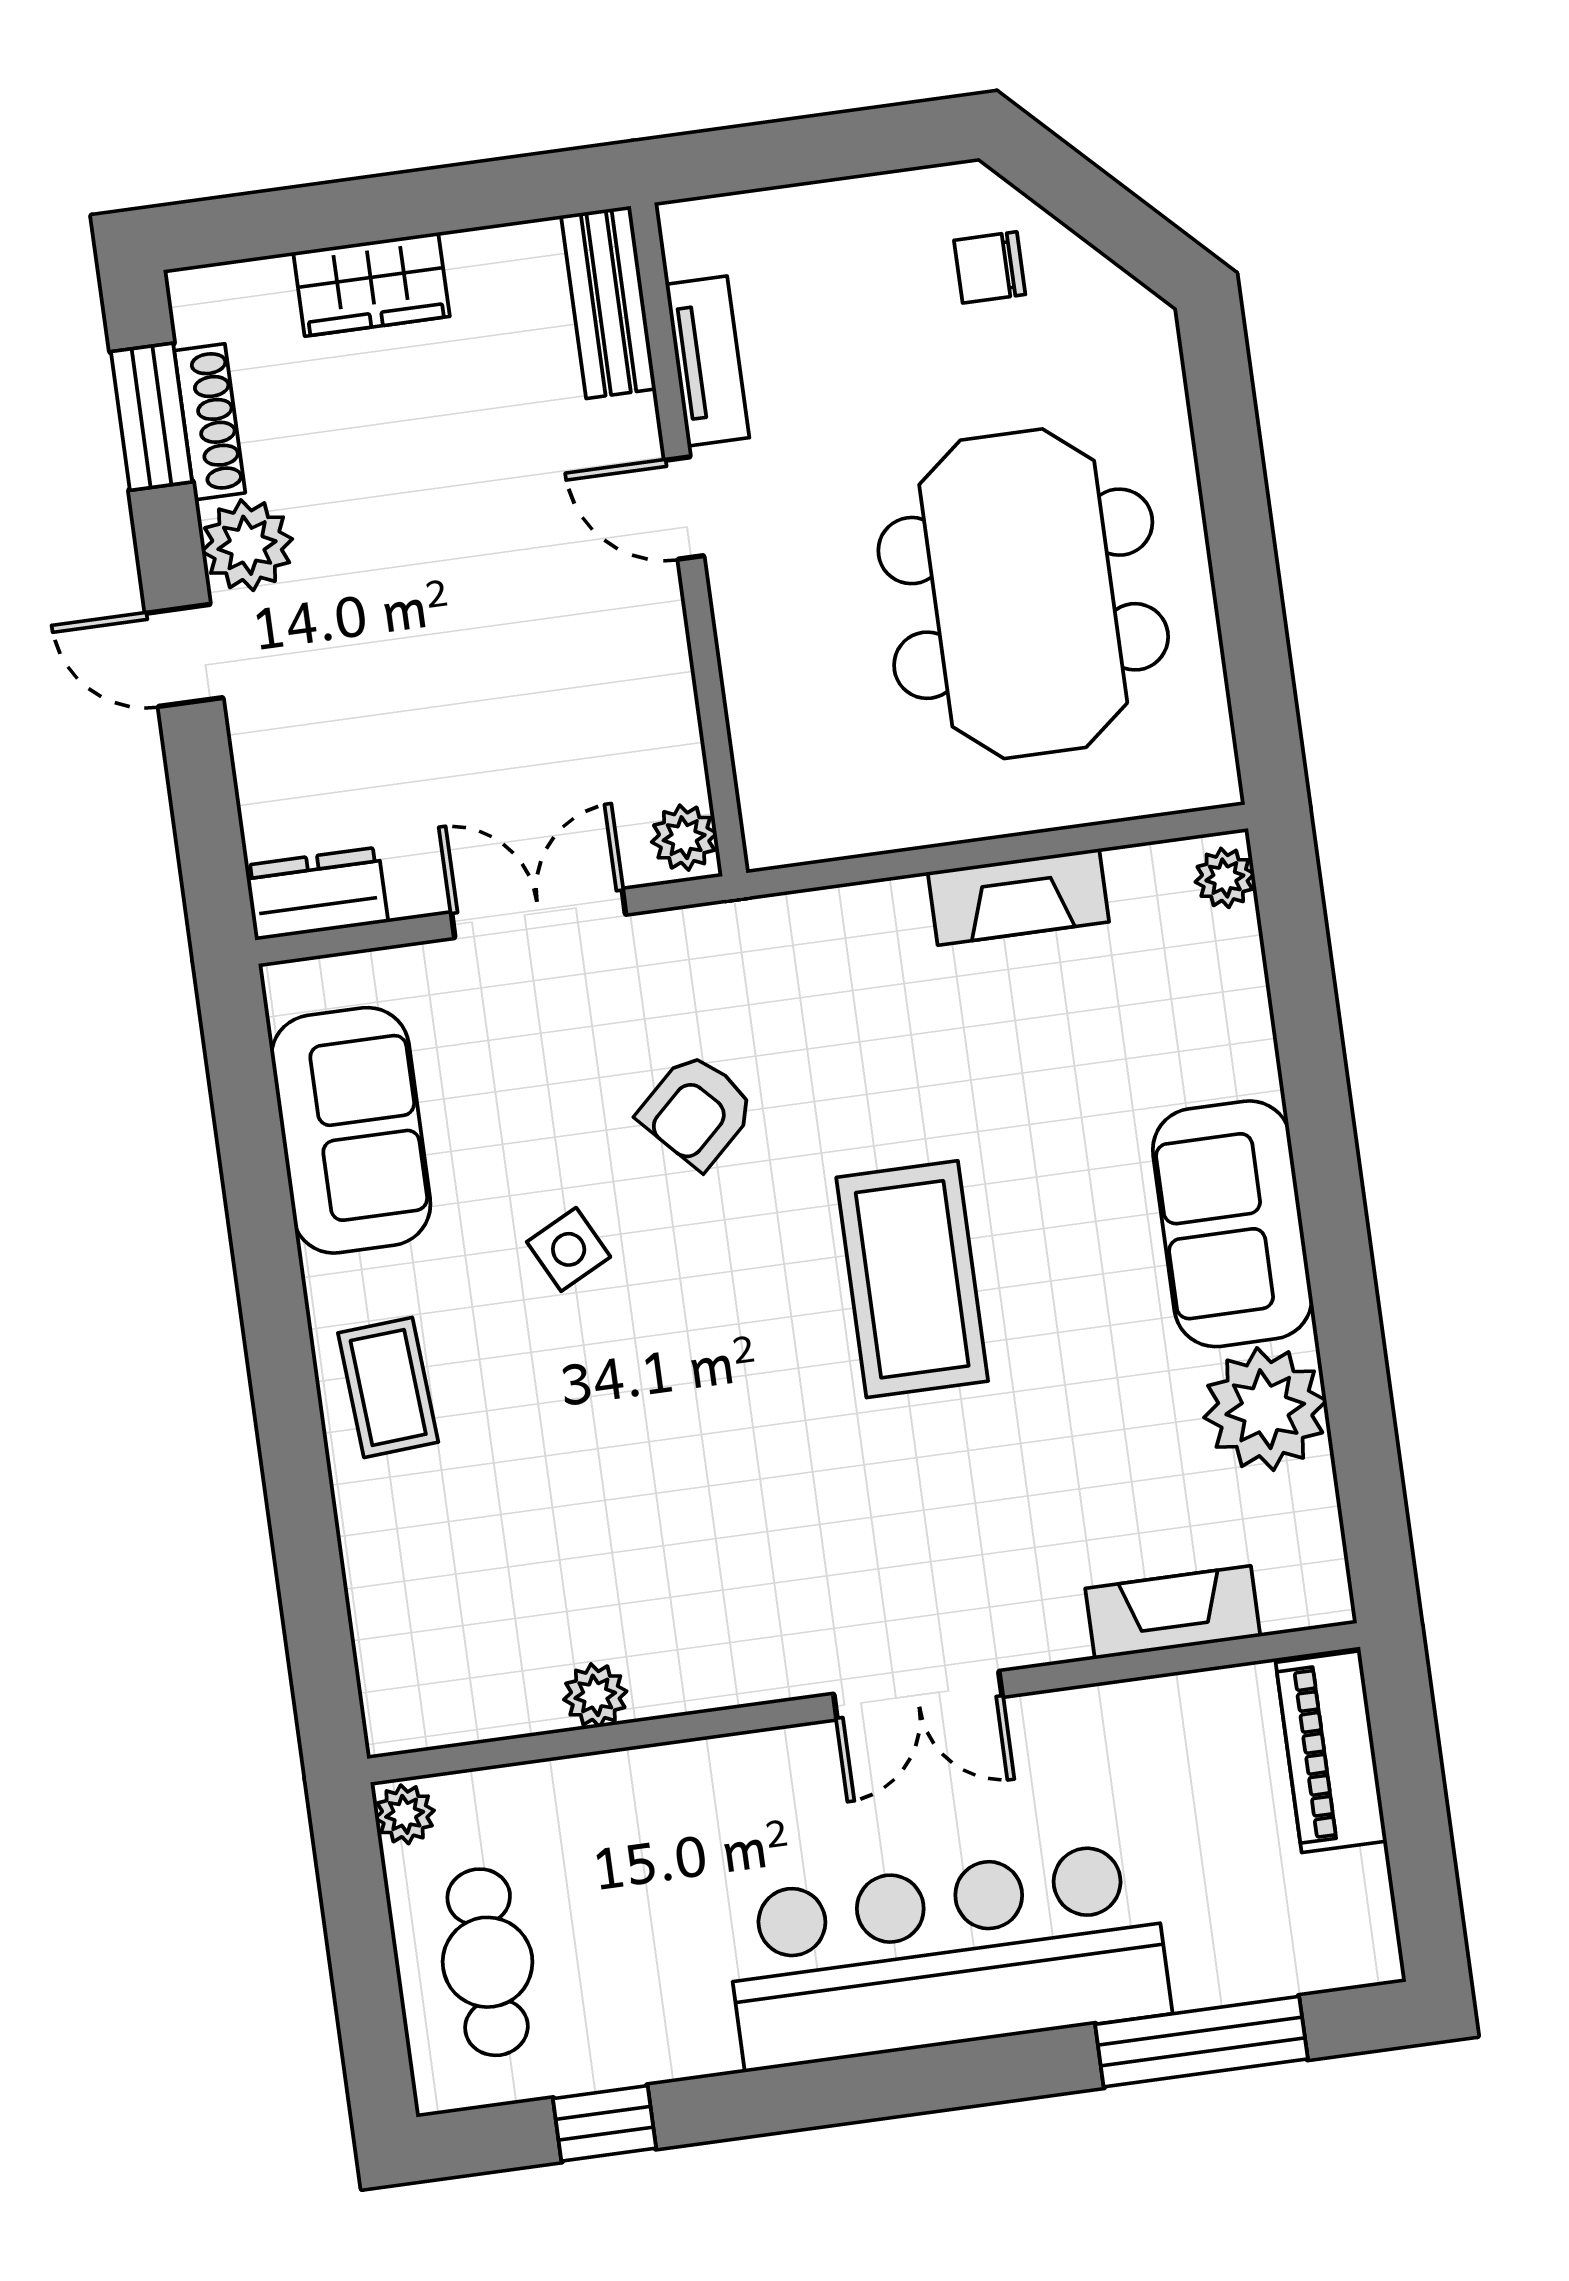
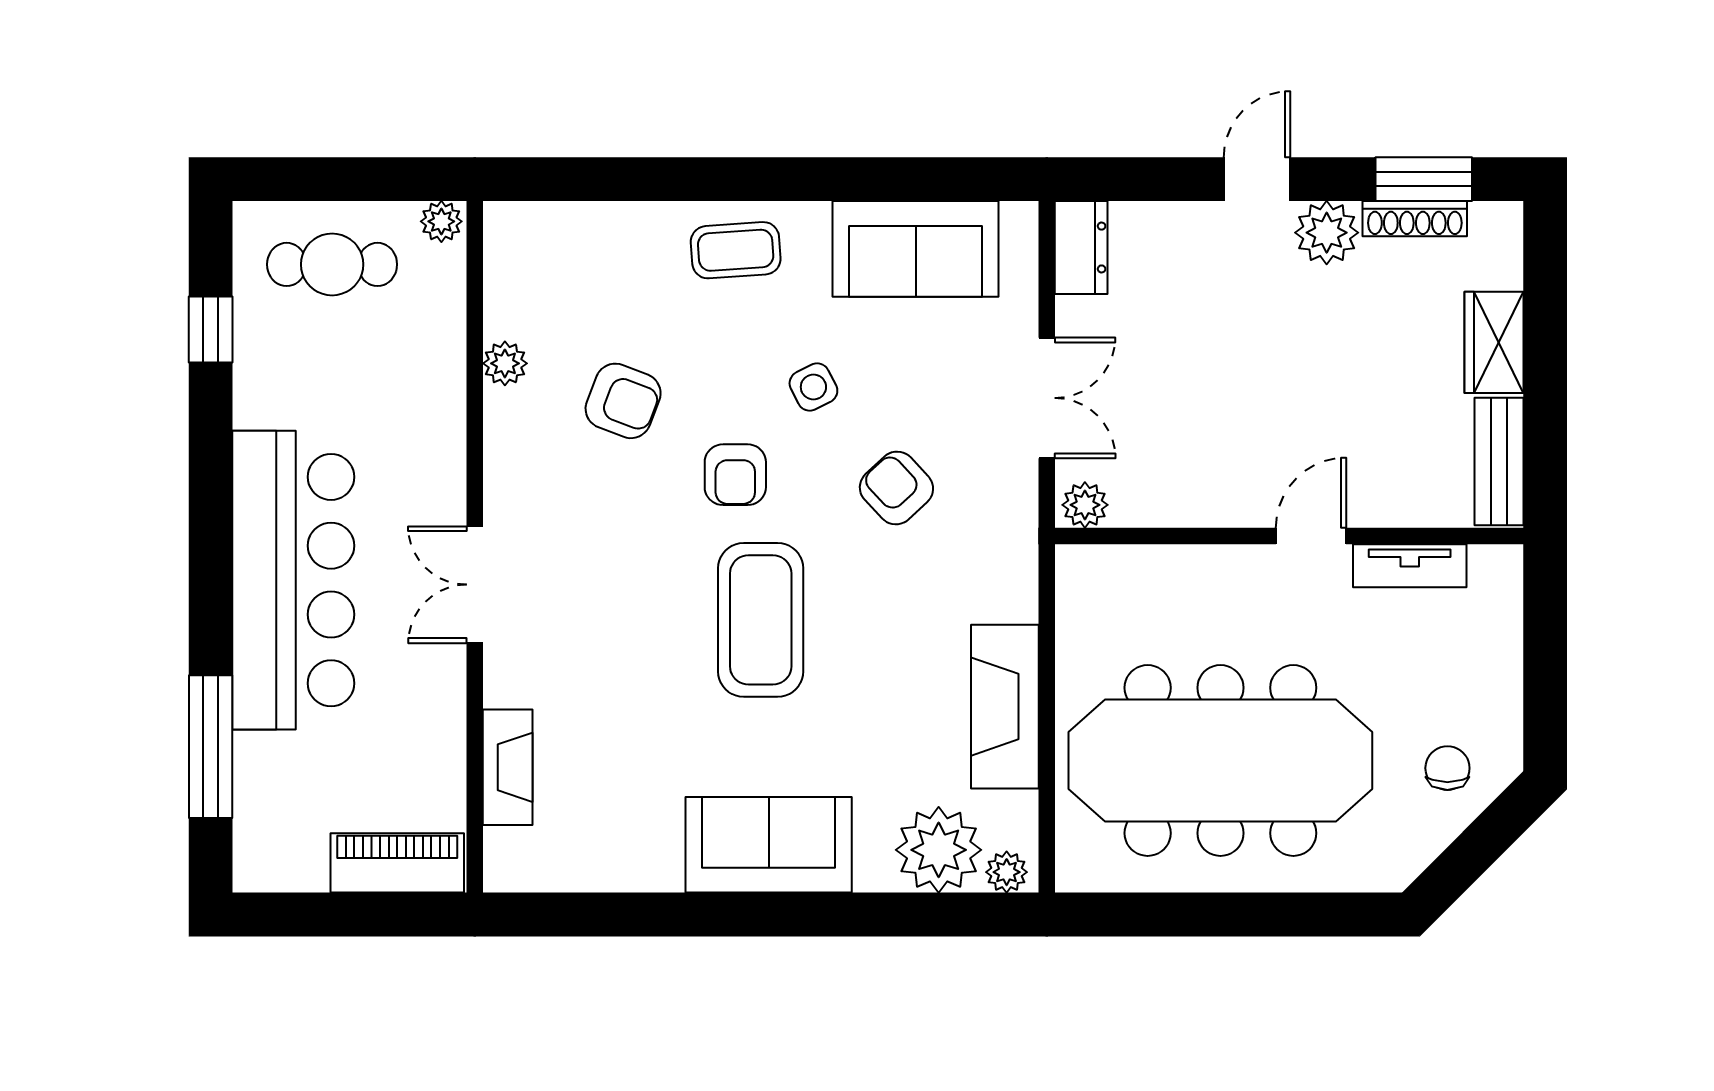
bench: (608, 302) -> (1499, 461), moved, turned 90
meeting table: (1023, 594) -> (1220, 760), width x1.36
fireplace: (1018, 897) -> (1005, 707), width x1.37, depth x1.32
coffee table: (912, 1279) -> (761, 620), turned 90
armchair: (709, 1344) -> (735, 475), added
plant: (1265, 1409) -> (939, 850), moved
armchair: (626, 1519) -> (623, 401), added

